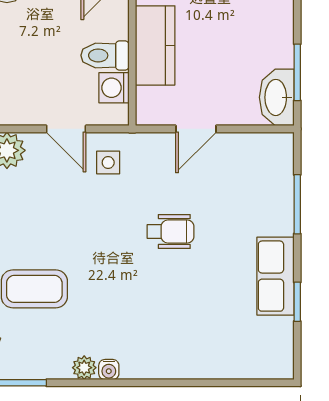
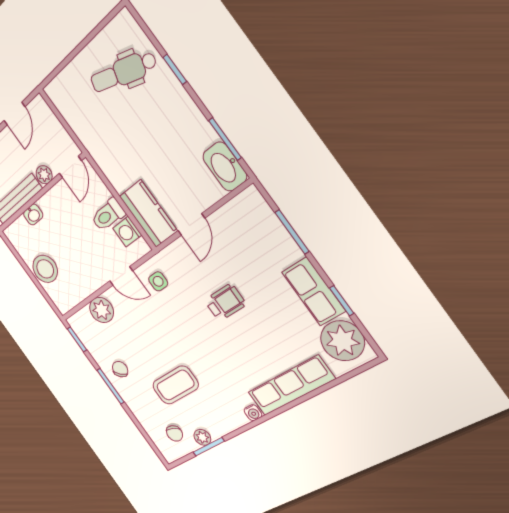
kitchen counter: (155, 45) -> (148, 214), moved
plant: (269, 343) -> (342, 341), added
row of seats: (177, 362) -> (291, 386), added
plant: (84, 368) -> (202, 437), moved

